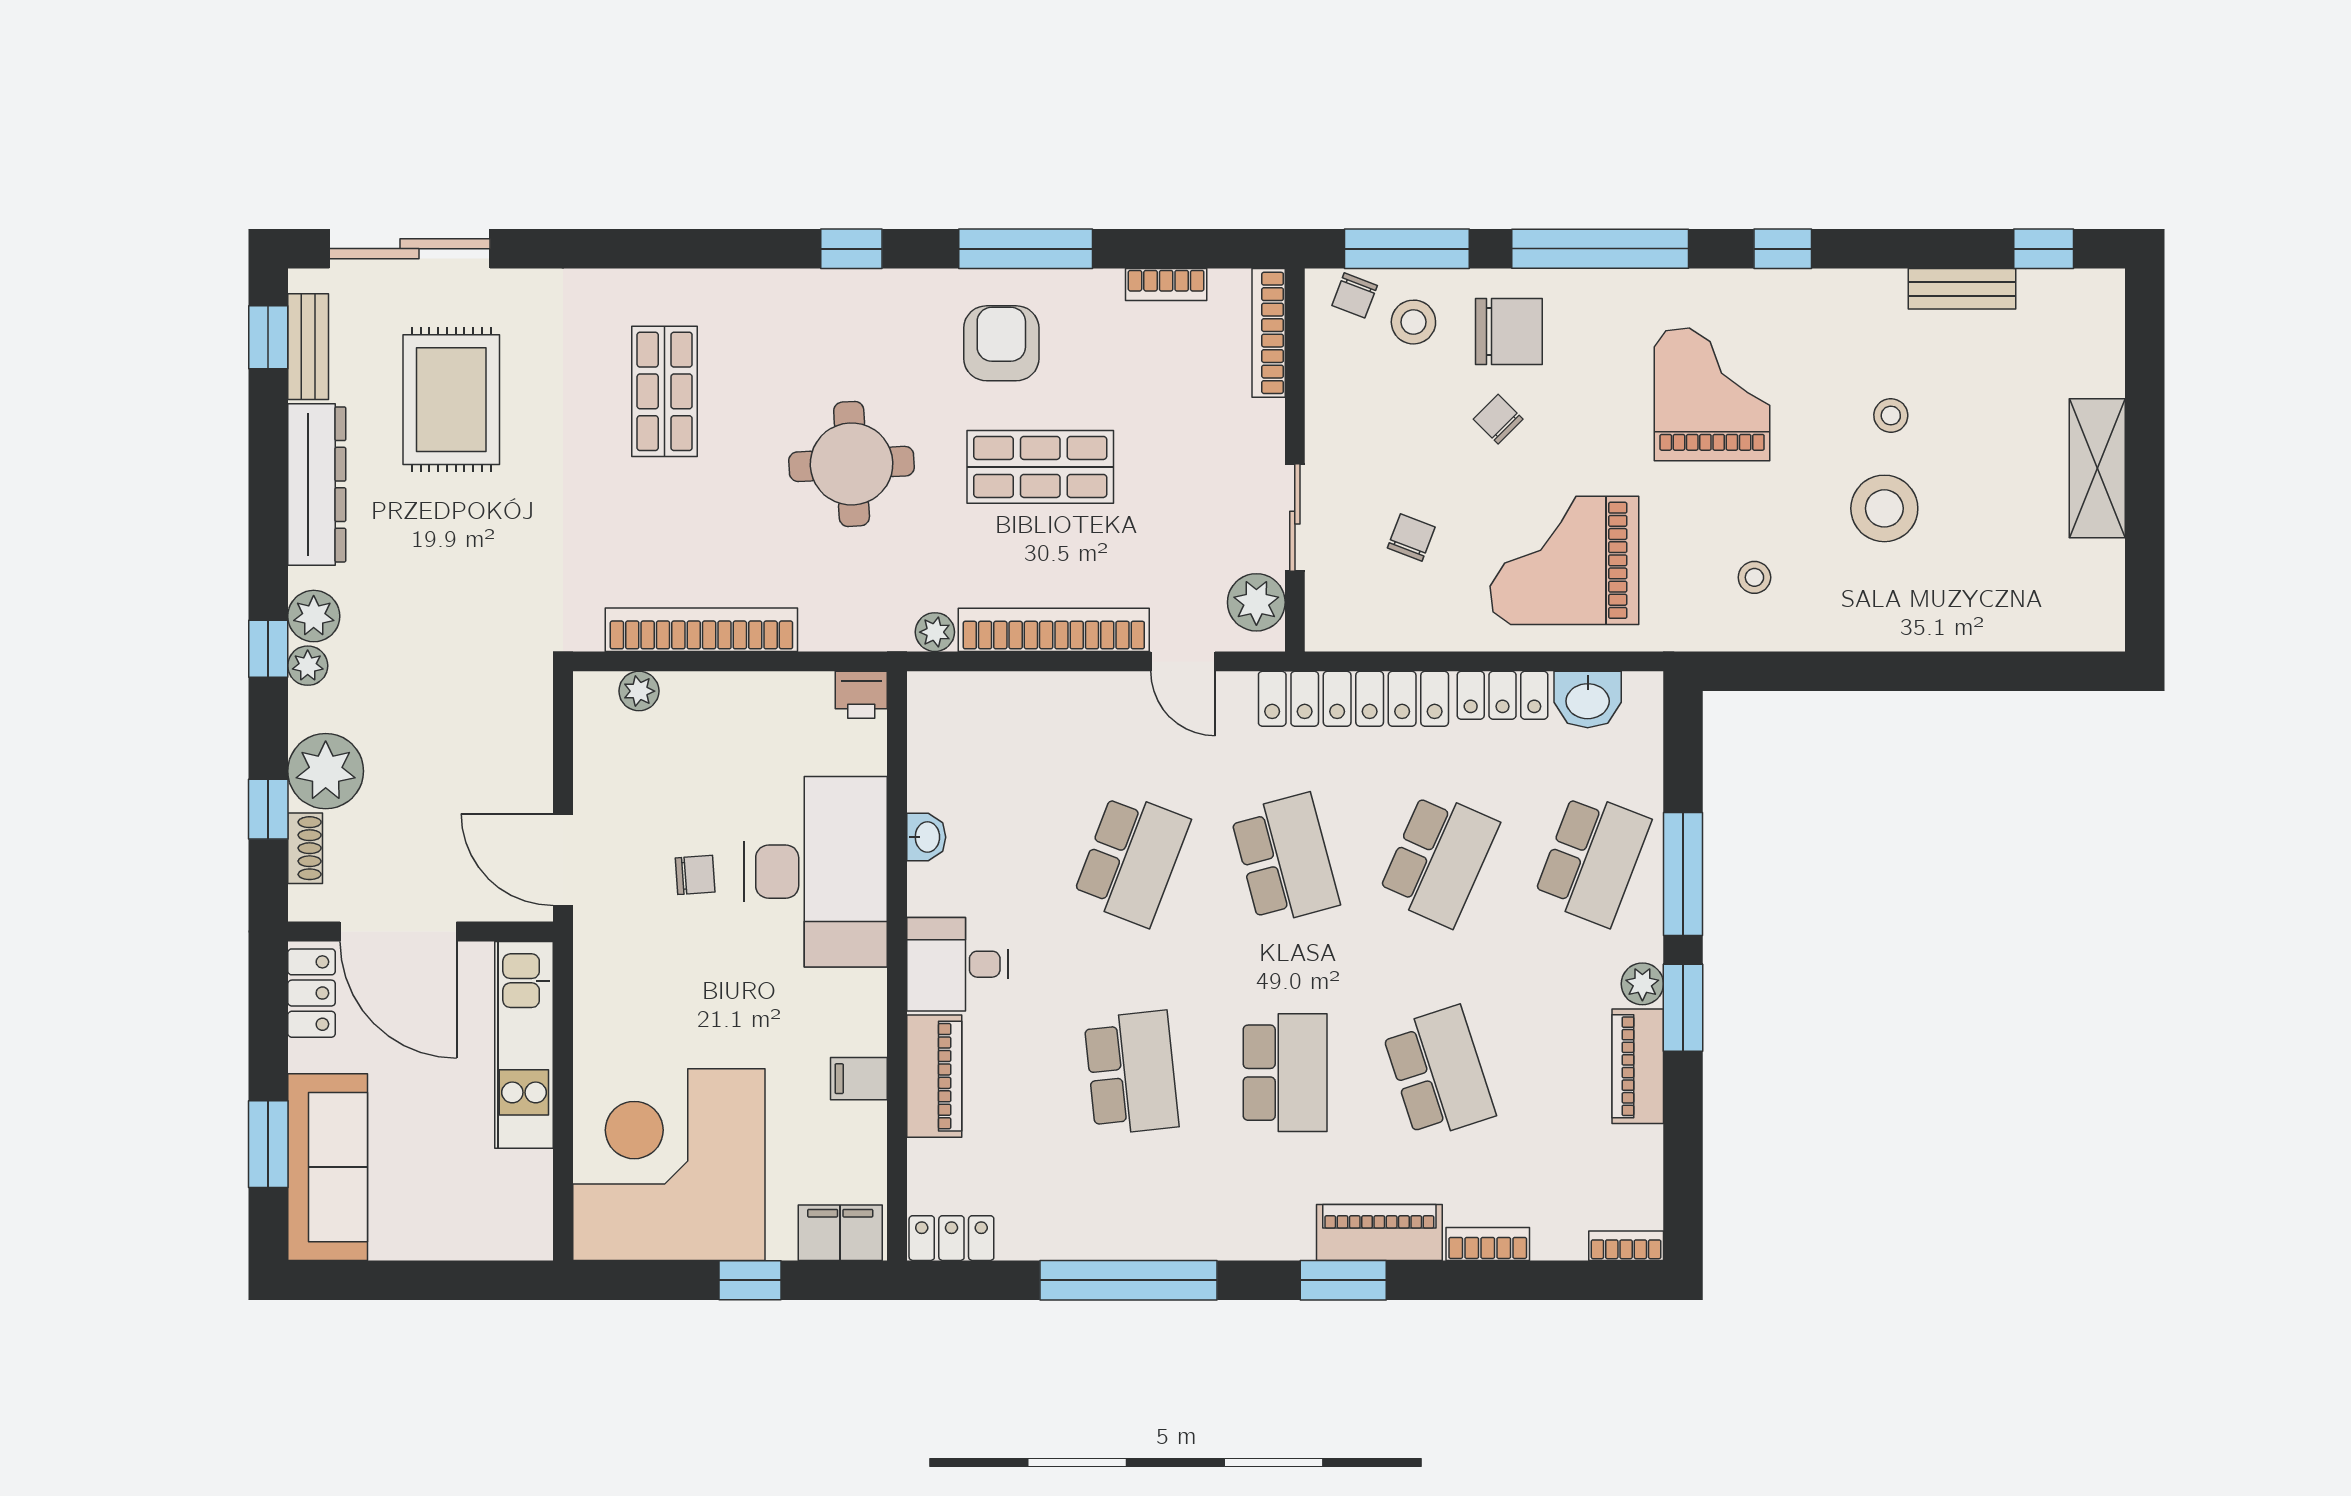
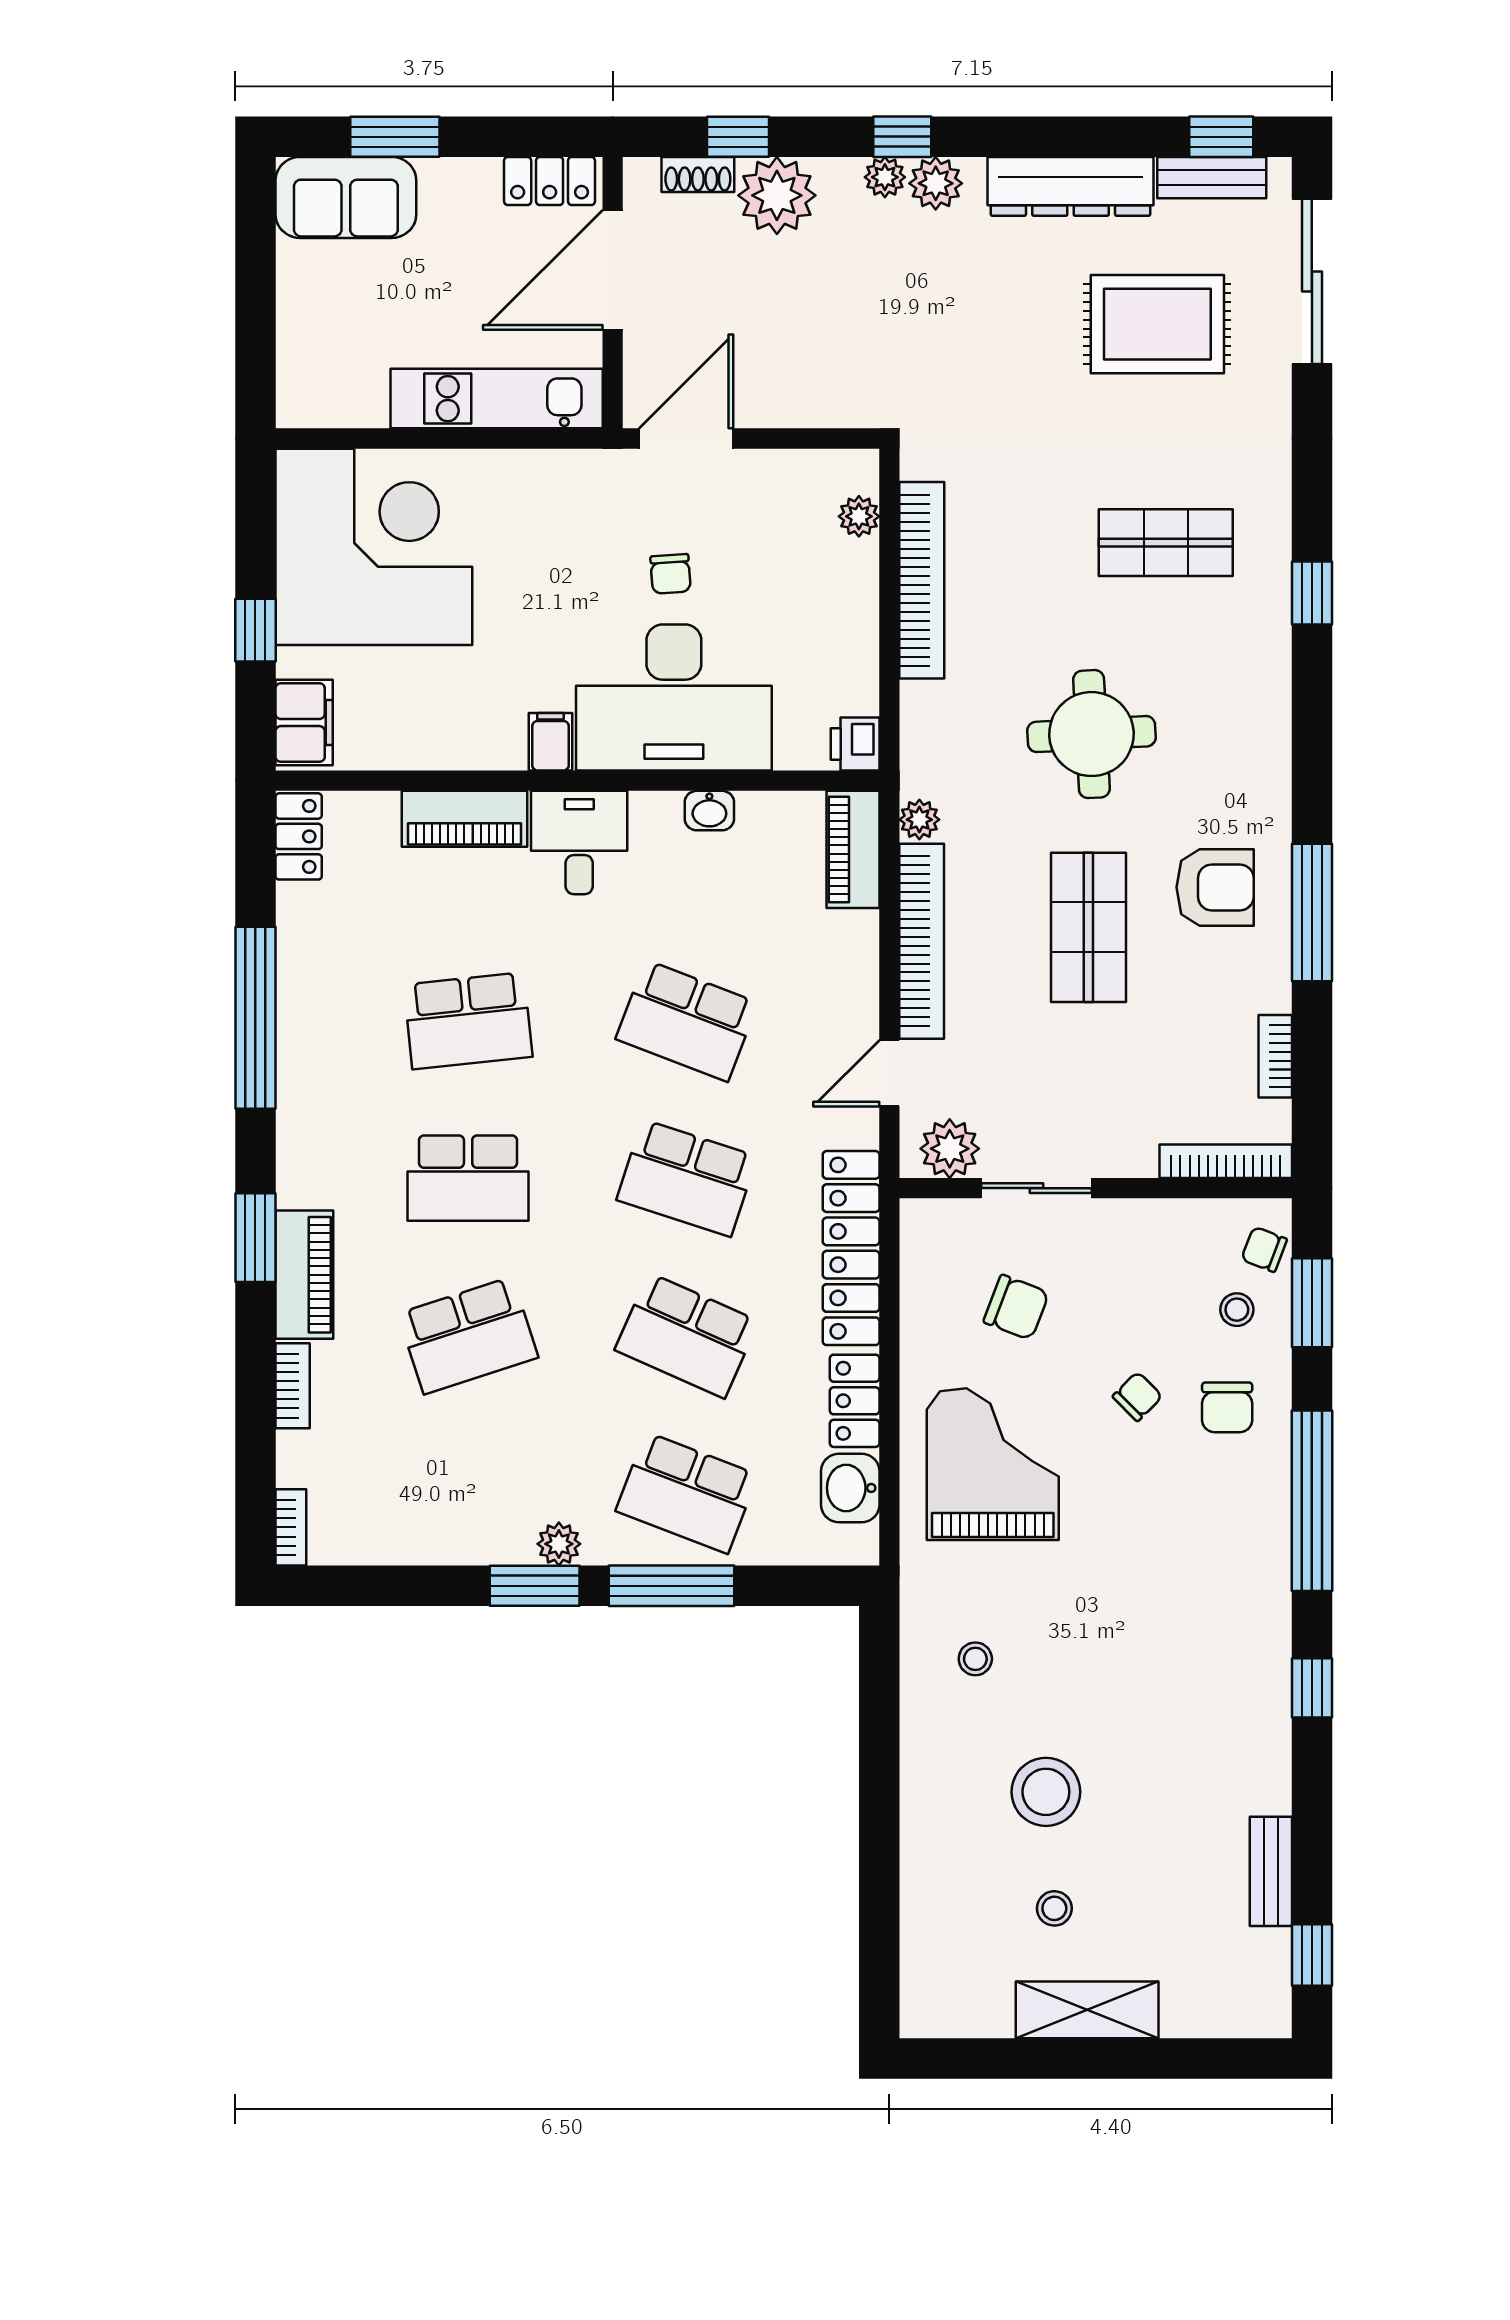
window: (851, 249) -> (1312, 593), moved
window: (1407, 249) -> (1312, 1303), width x0.69
stool: (1413, 322) -> (1237, 1310), width x0.73, depth x0.73
chair: (1509, 332) -> (1227, 1407), width x0.73, depth x0.73
grand piano: (1712, 394) -> (1163, 1615), removed
stool: (1891, 416) -> (1054, 1908), moved
chair: (1411, 537) -> (1016, 1307), width x1.37, depth x1.37
school desk: (1285, 859) -> (687, 1178), turned 33
piano: (1638, 1066) -> (853, 849), moved, turned -90
filing cabinet: (859, 1079) -> (550, 742), moved
sofa: (328, 1167) -> (346, 197), width x0.73

